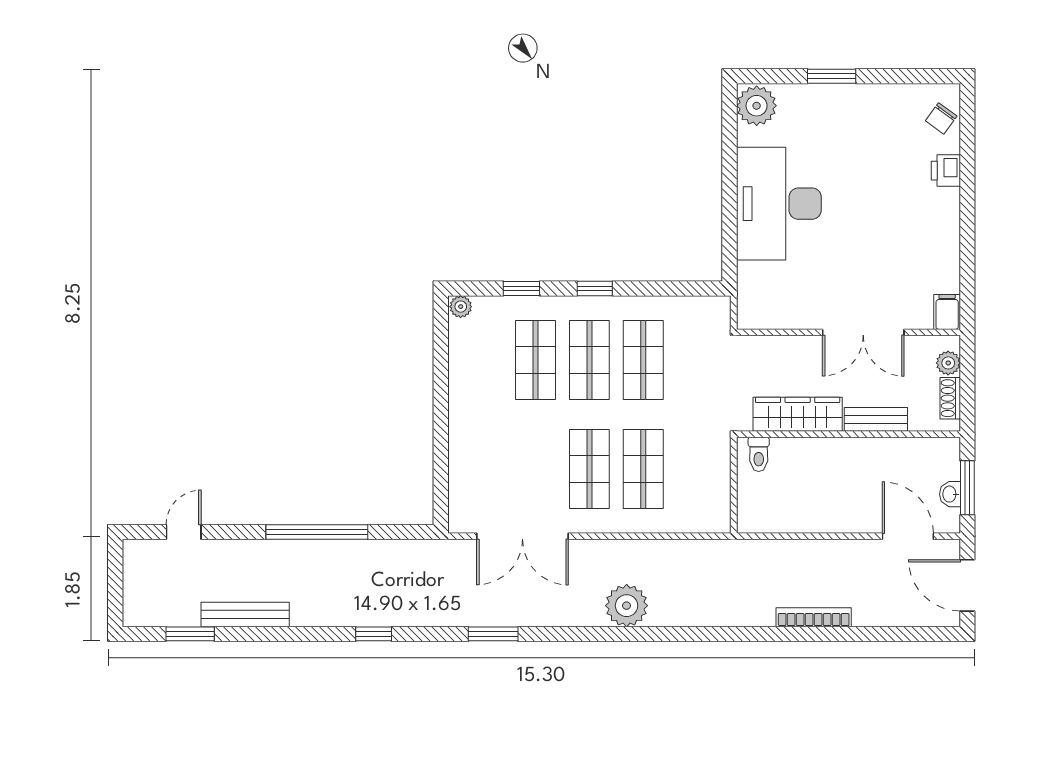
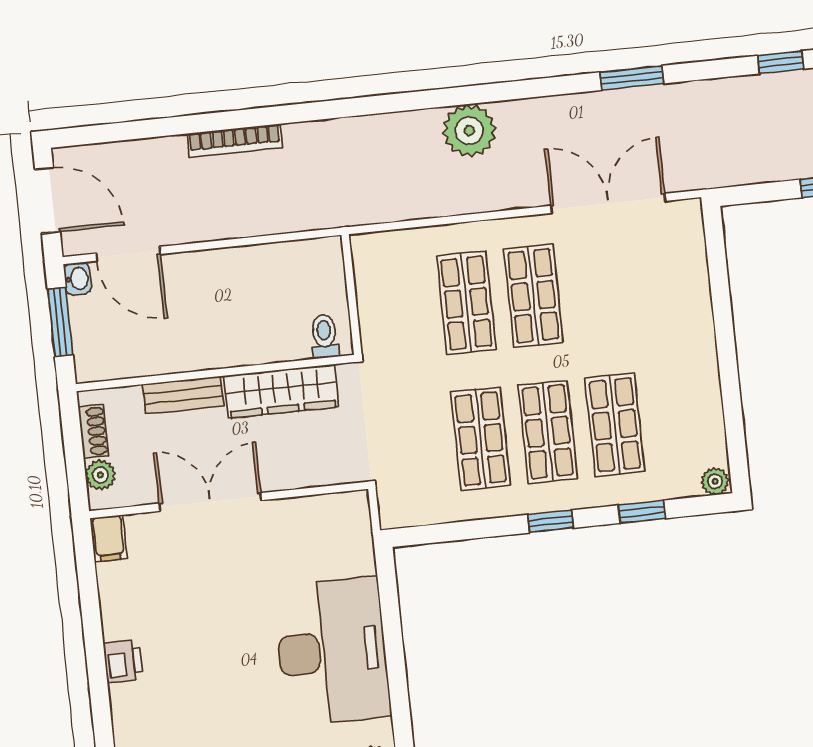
printer: (946, 171) -> (123, 661), moved
washbasin: (950, 494) -> (78, 279), moved

